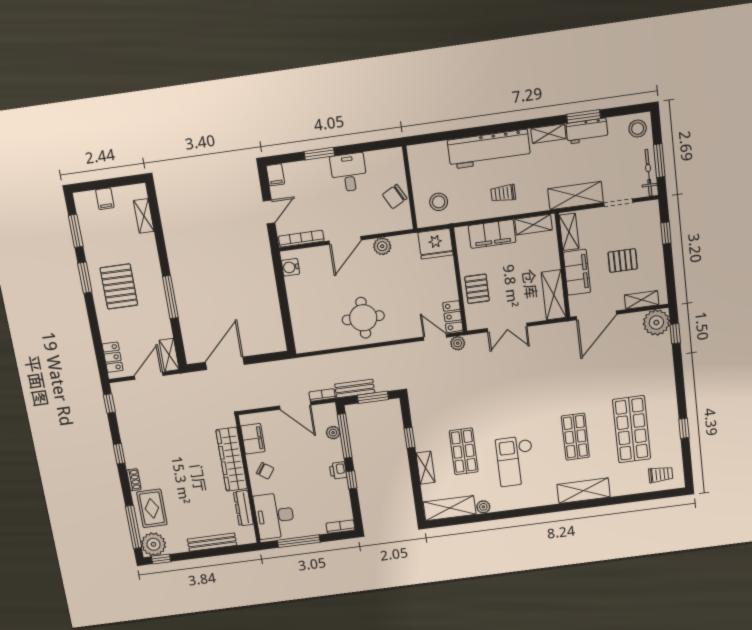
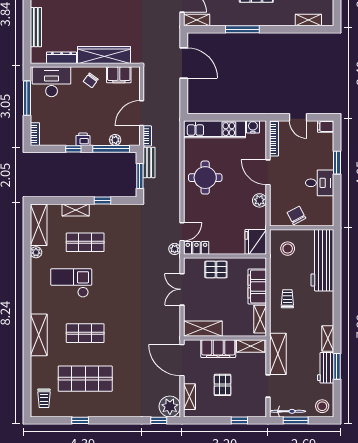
workbench: (489, 149) -> (322, 260), moved
kitchen unit: (301, 314) -> (215, 129), added

